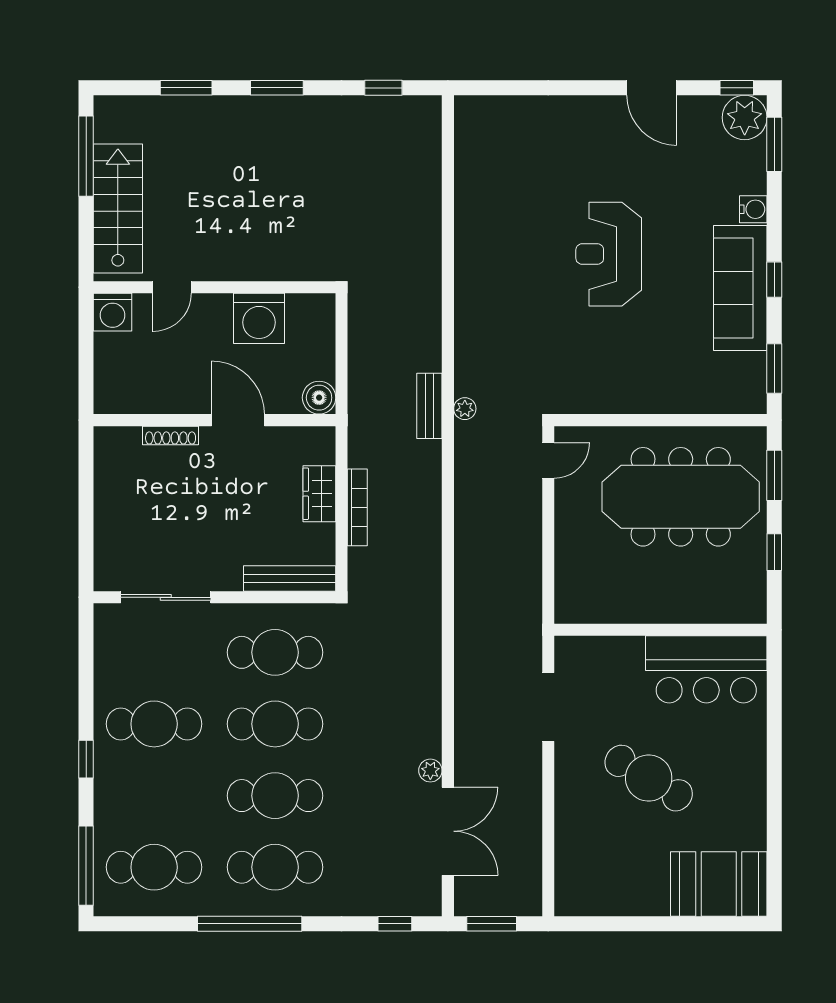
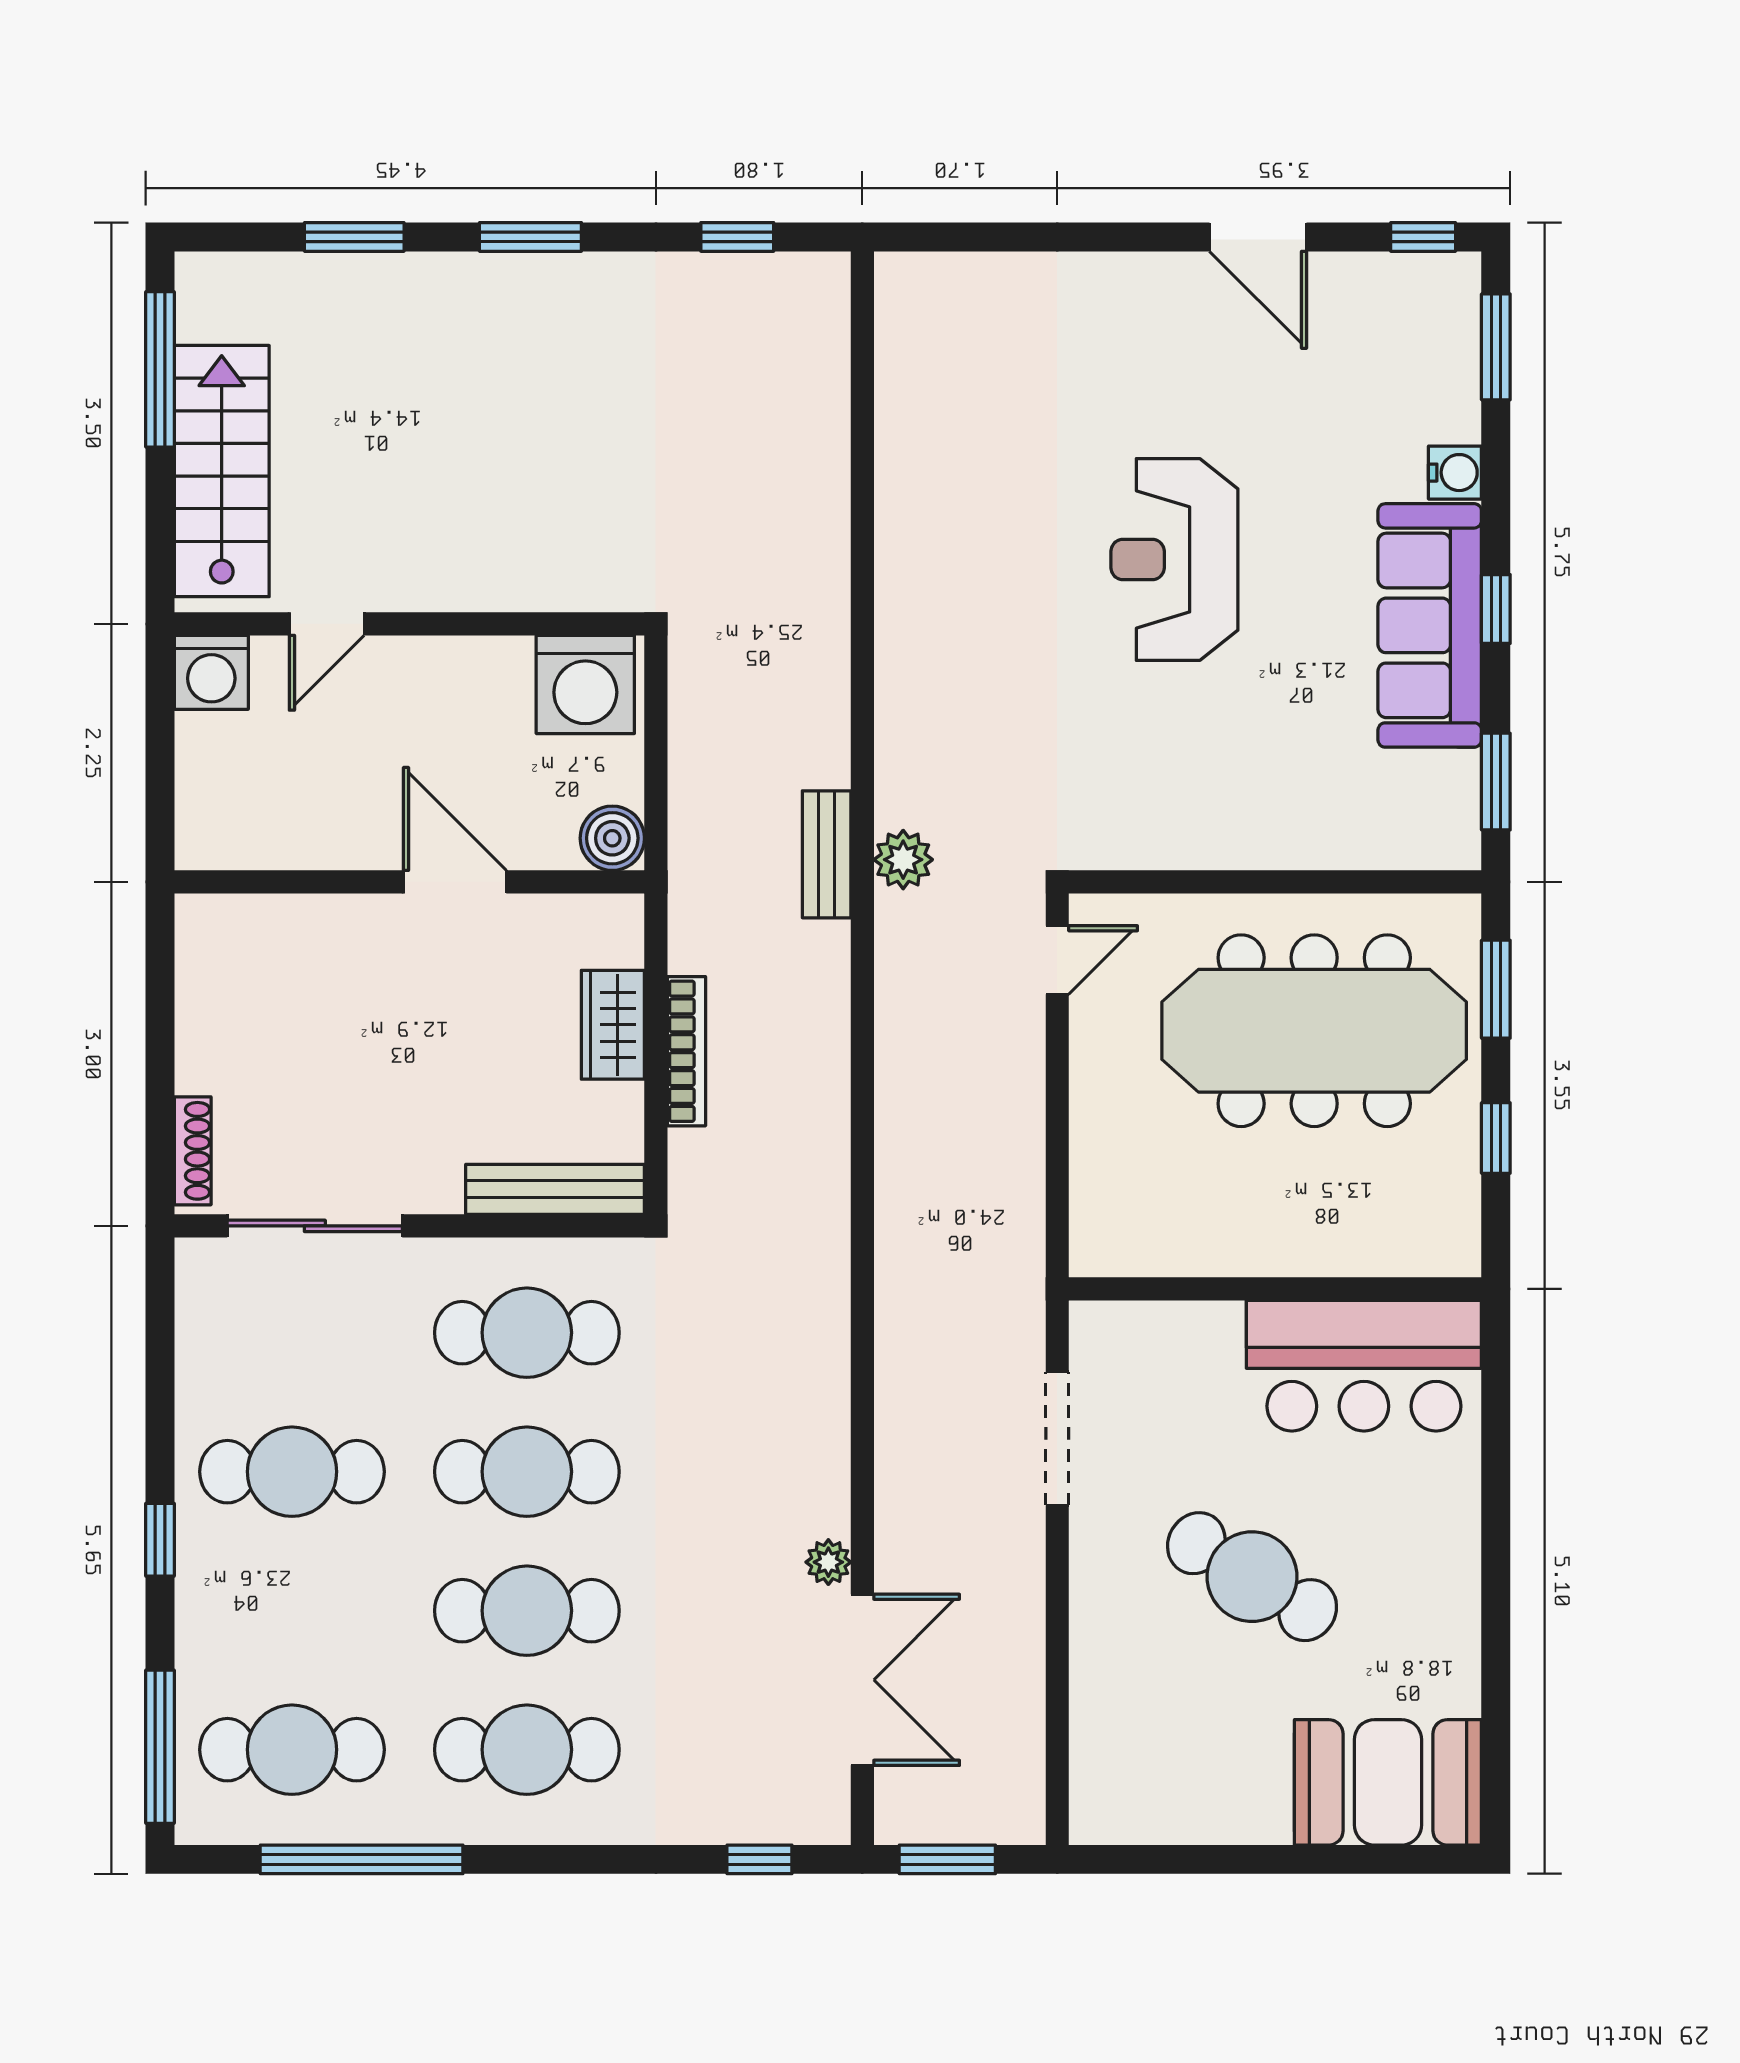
plant: (745, 118) -> (1438, 295), removed
washing machine: (259, 318) -> (585, 684), moved
plant: (465, 409) -> (903, 860), width x1.38, depth x1.38
shoe rack: (171, 435) -> (193, 1151), moved, turned -90
window: (250, 924) -> (362, 1859), moved

